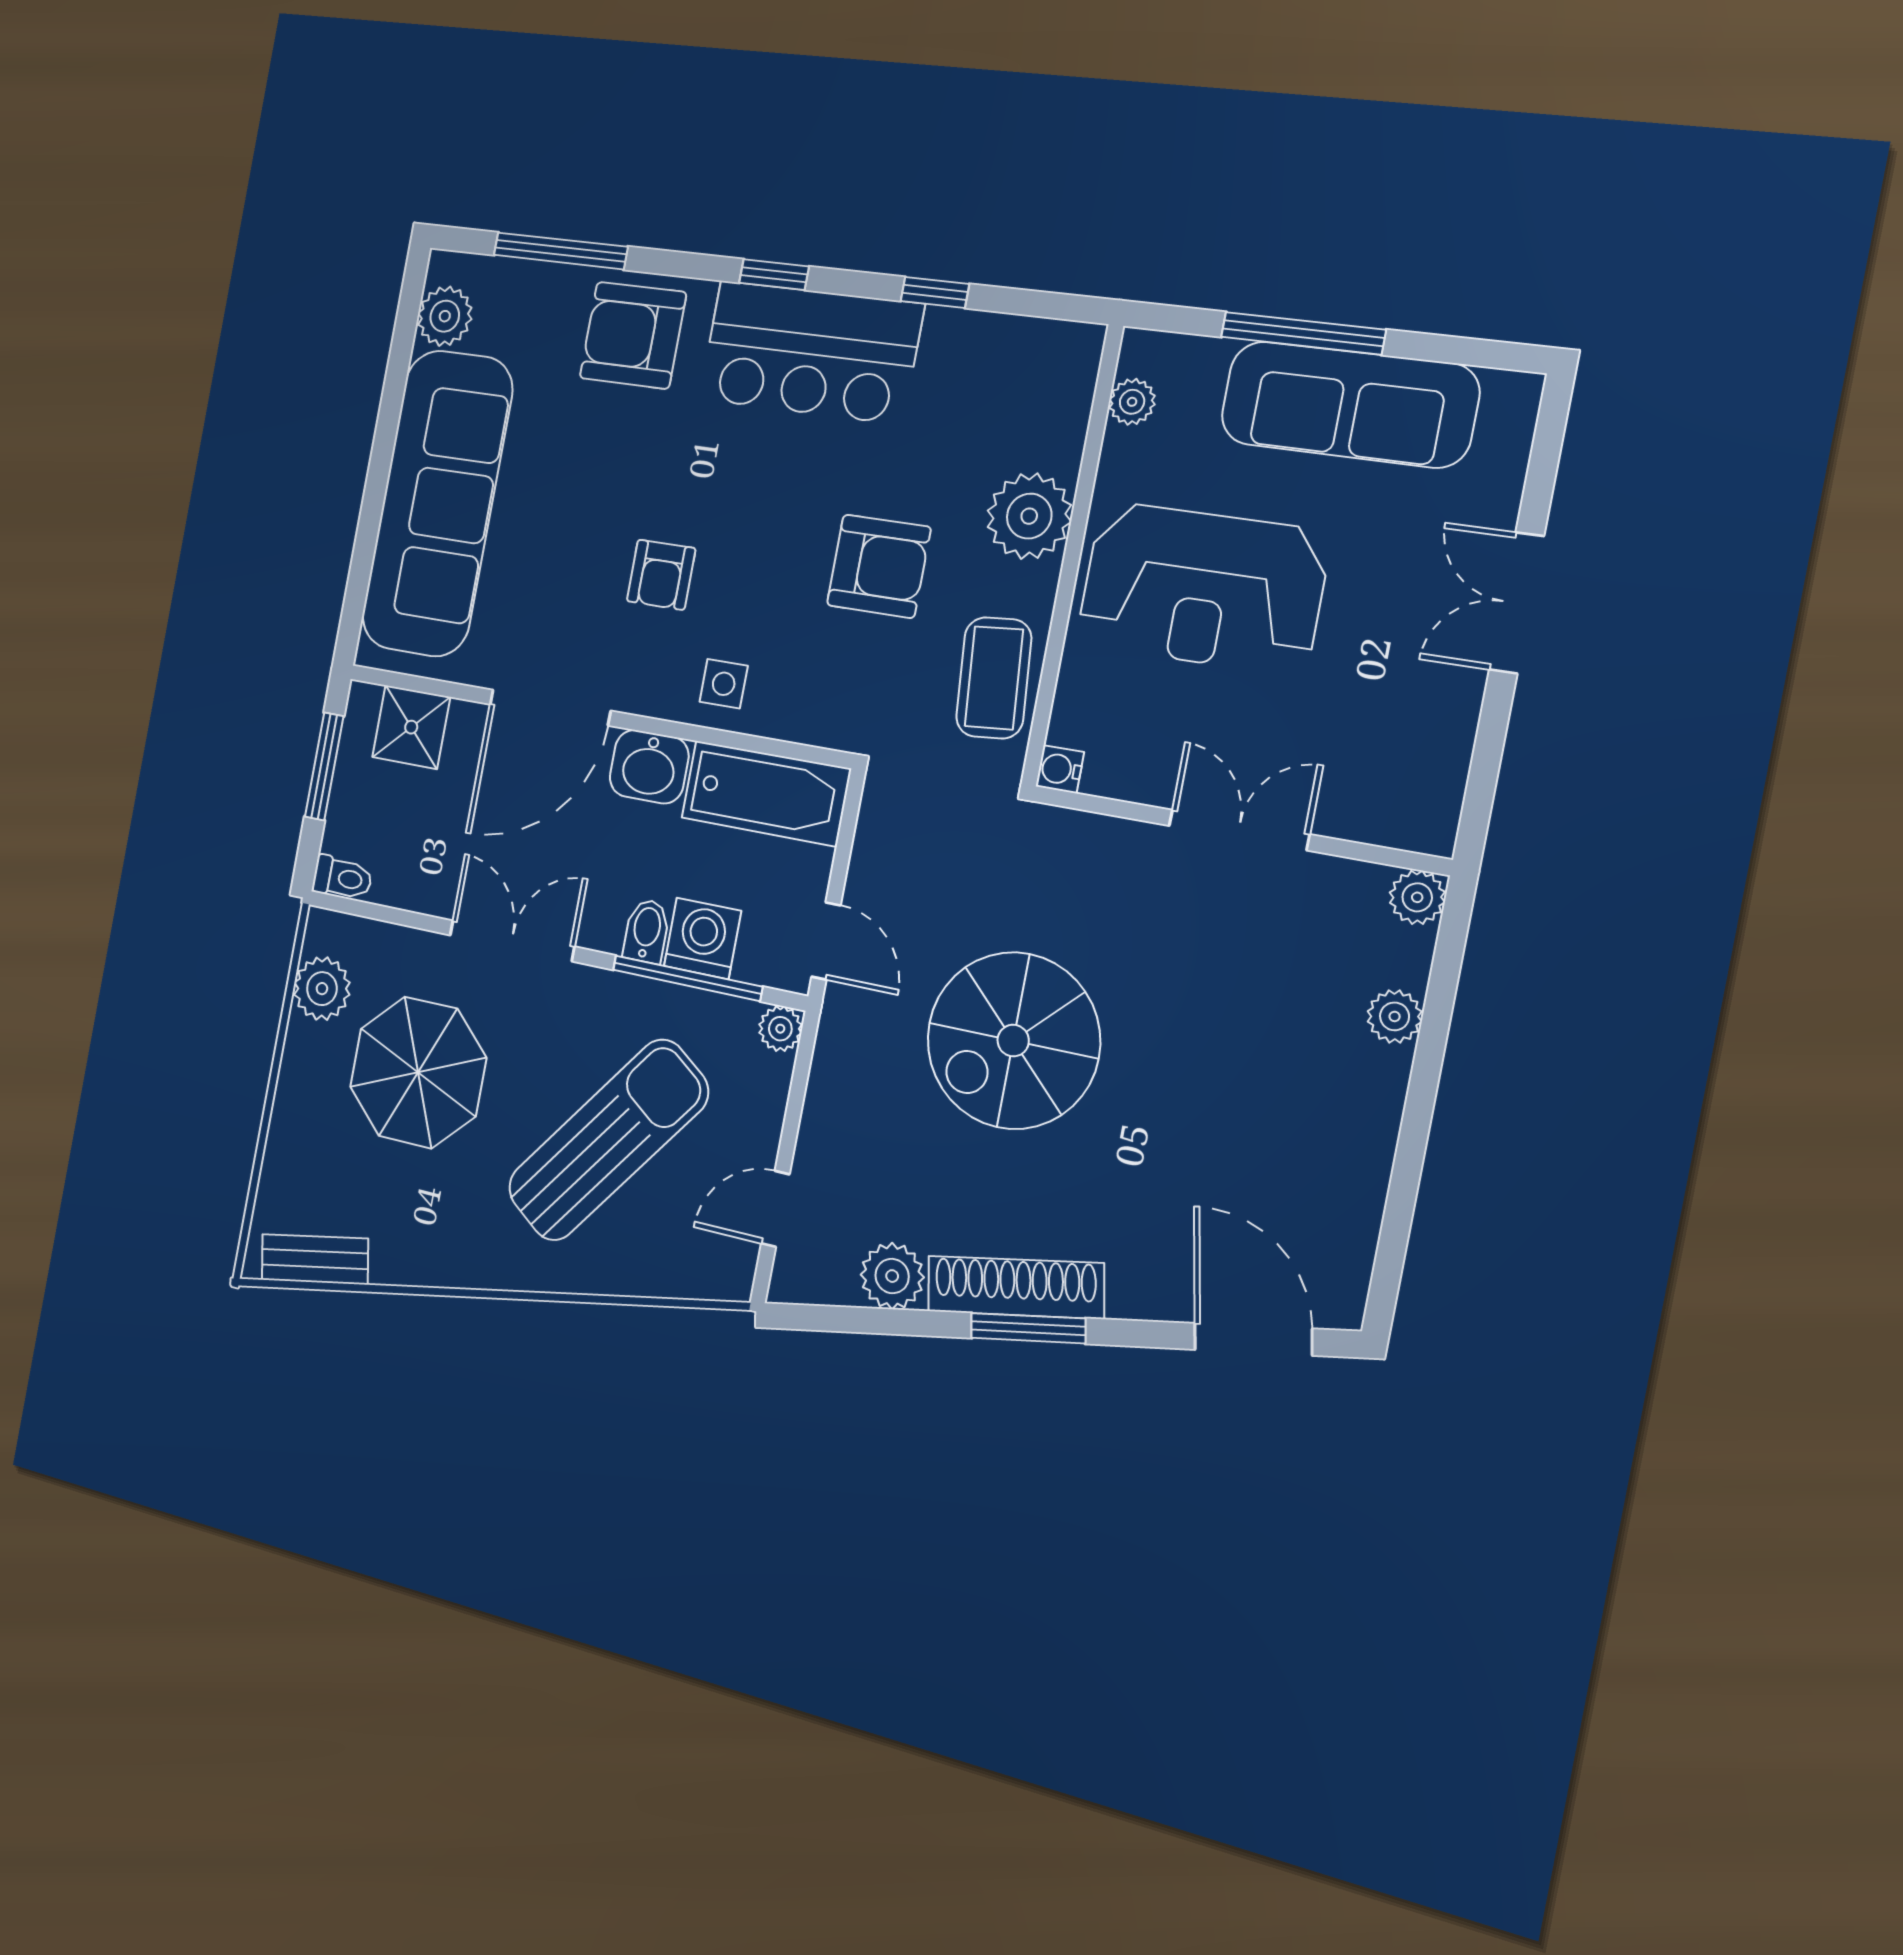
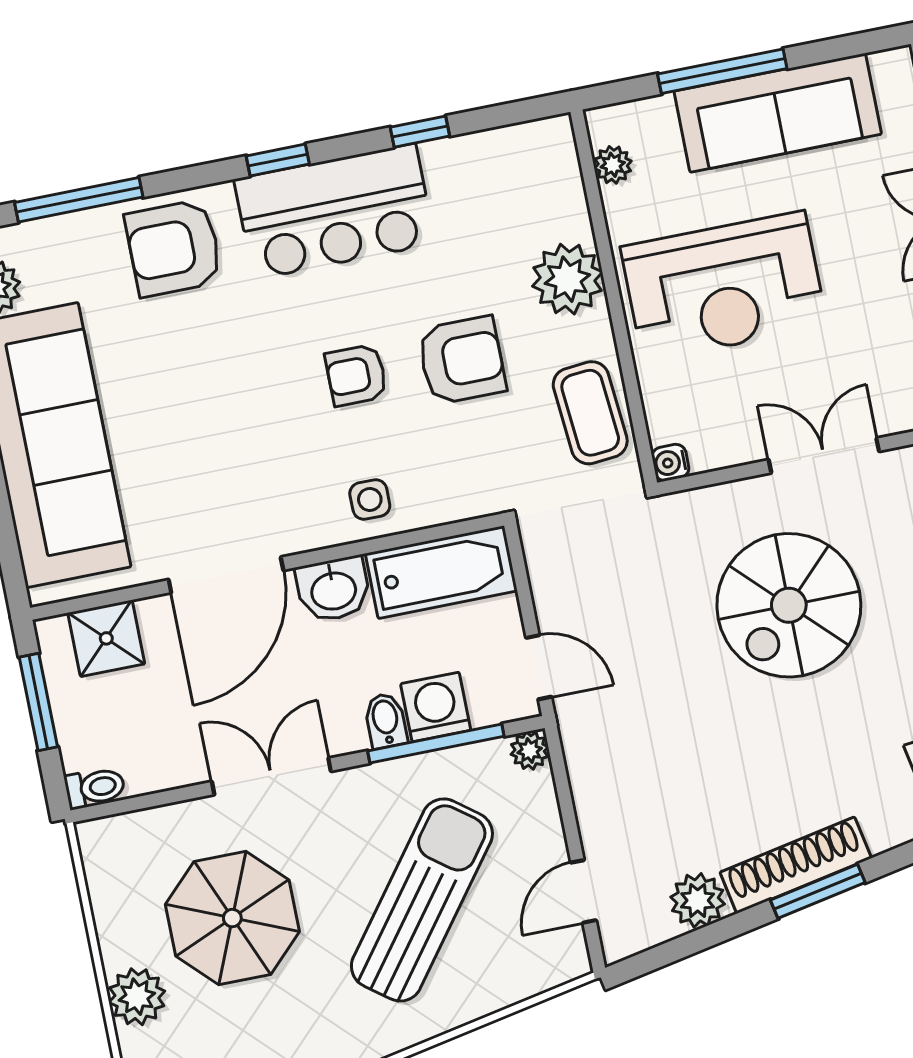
armchair: (661, 575) -> (356, 375), moved, turned 90
plant: (322, 989) -> (137, 997), moved
spiral stairs: (1013, 1041) -> (789, 605), moved

